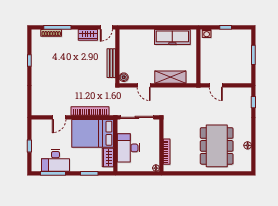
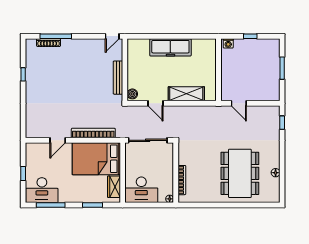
wardrobe: (88, 35) -> (91, 45), removed
freezer: (172, 37) -> (170, 47), moved
desk: (128, 148) -> (141, 190), moved, turned -90
desk: (55, 160) -> (42, 190), moved

